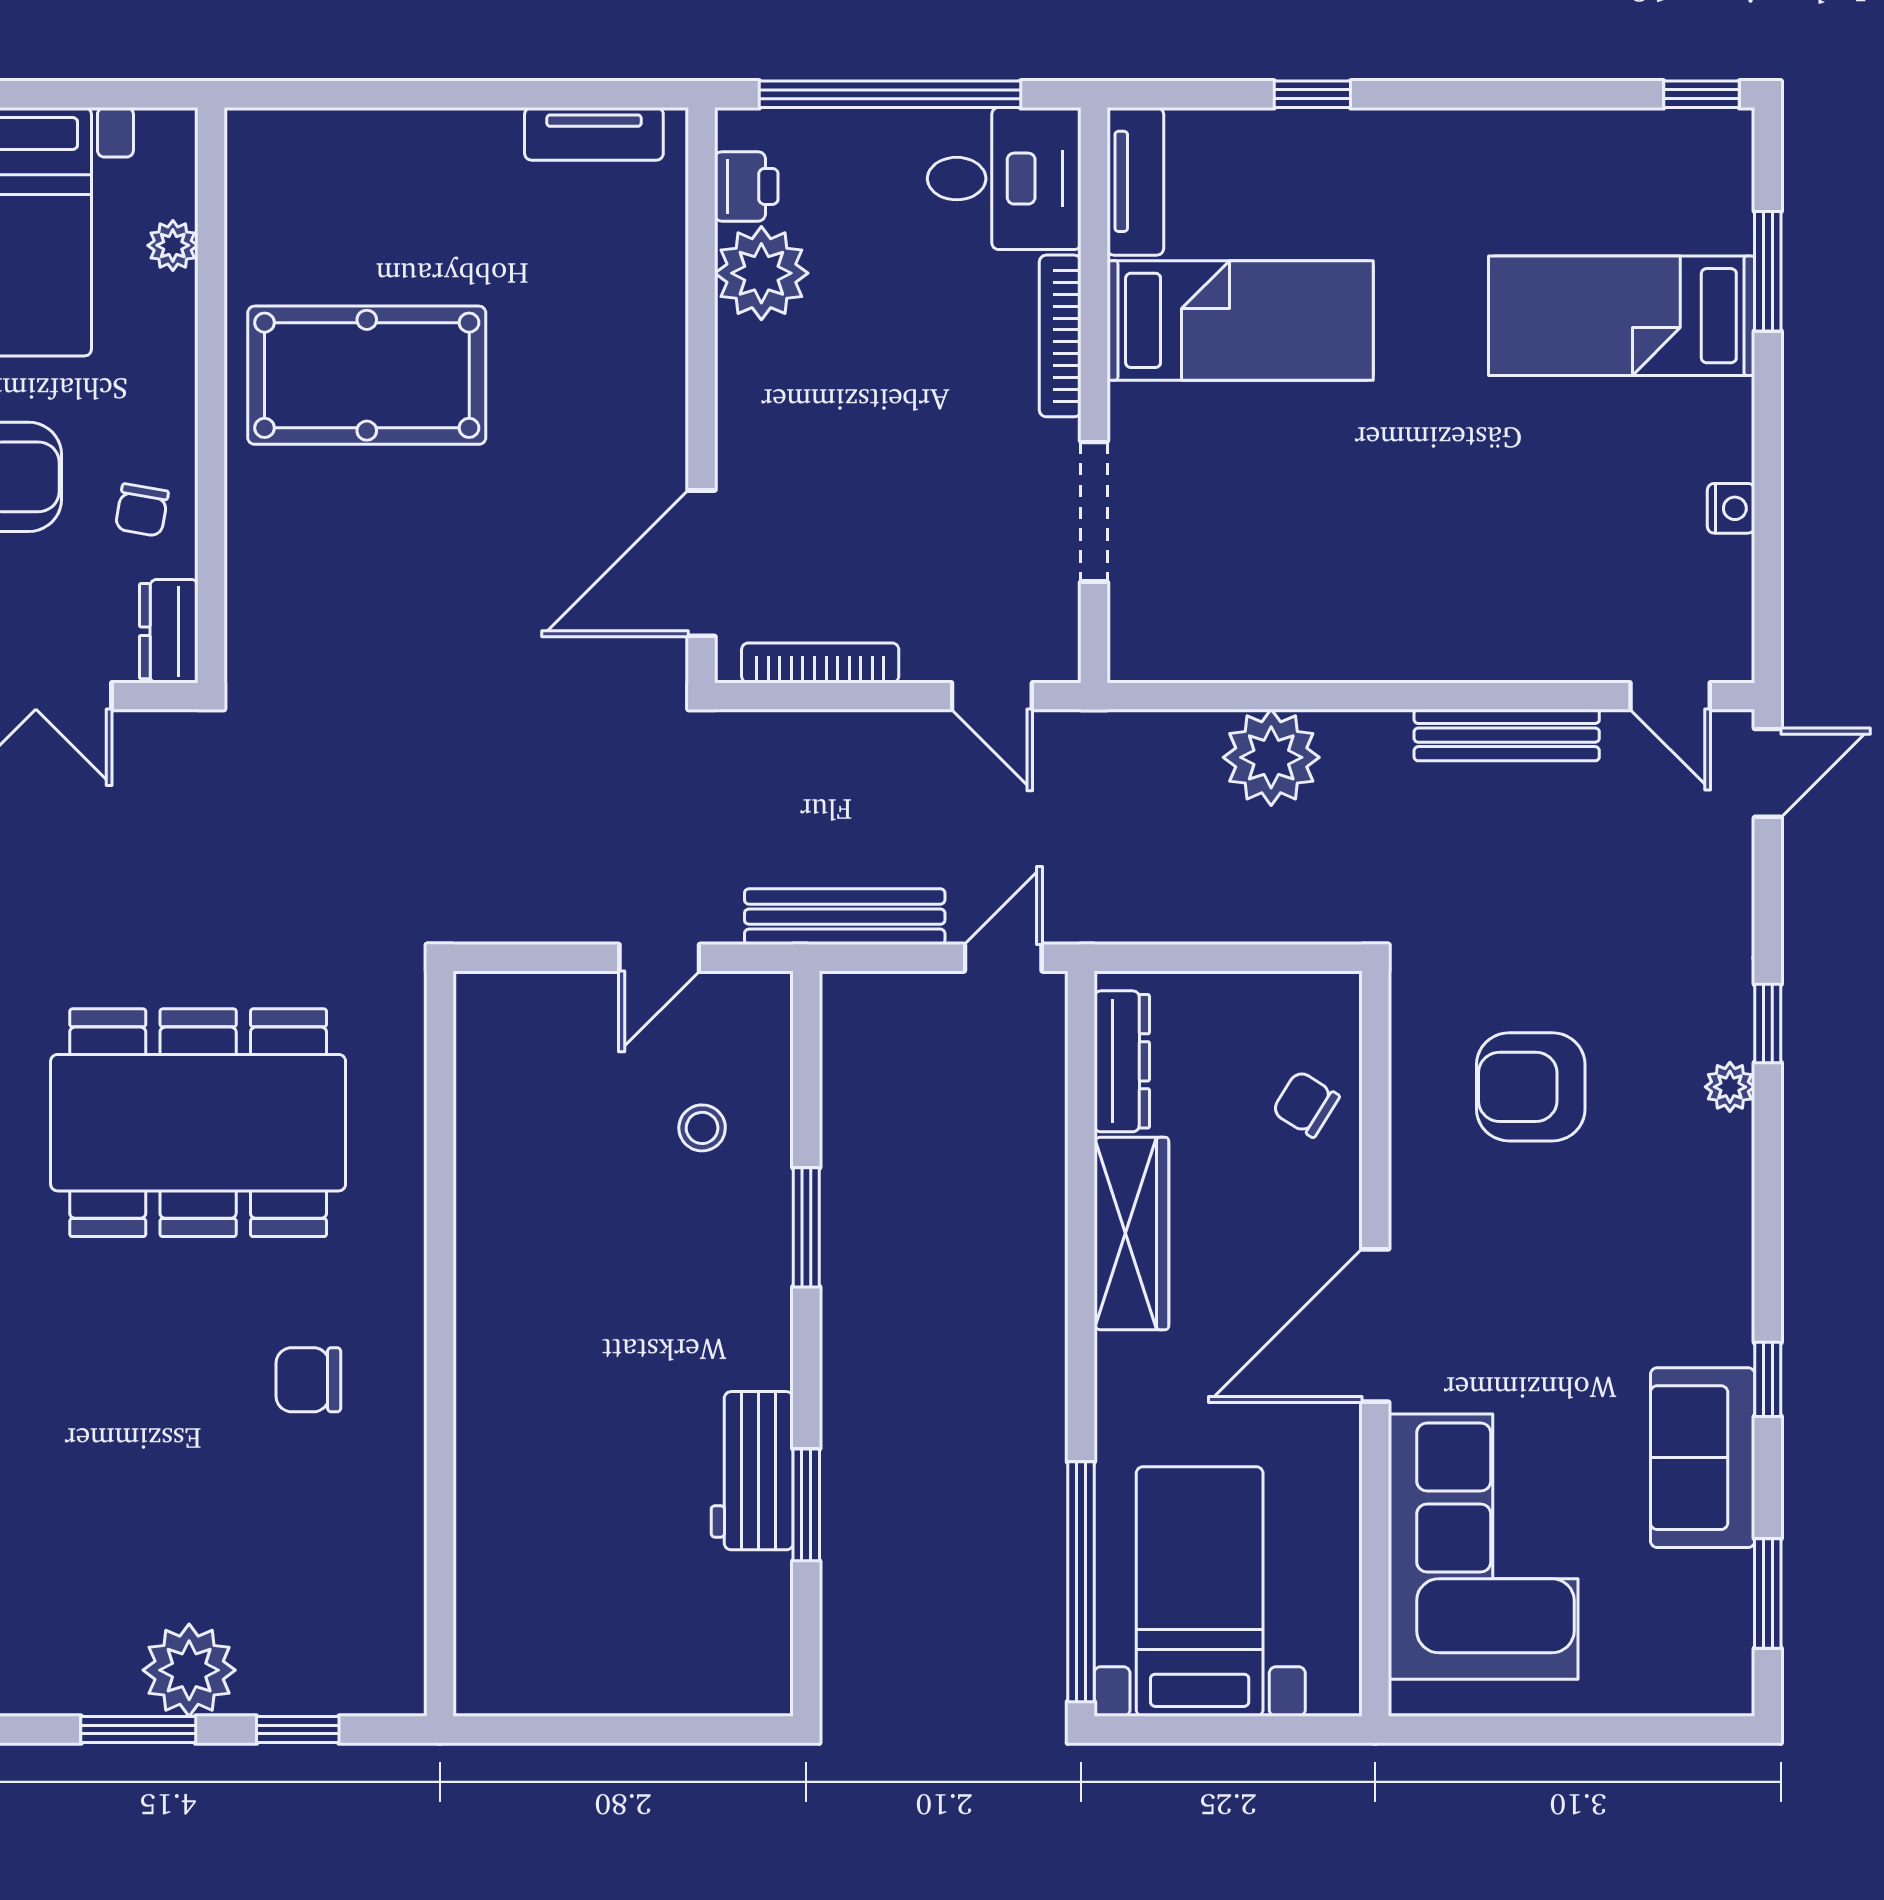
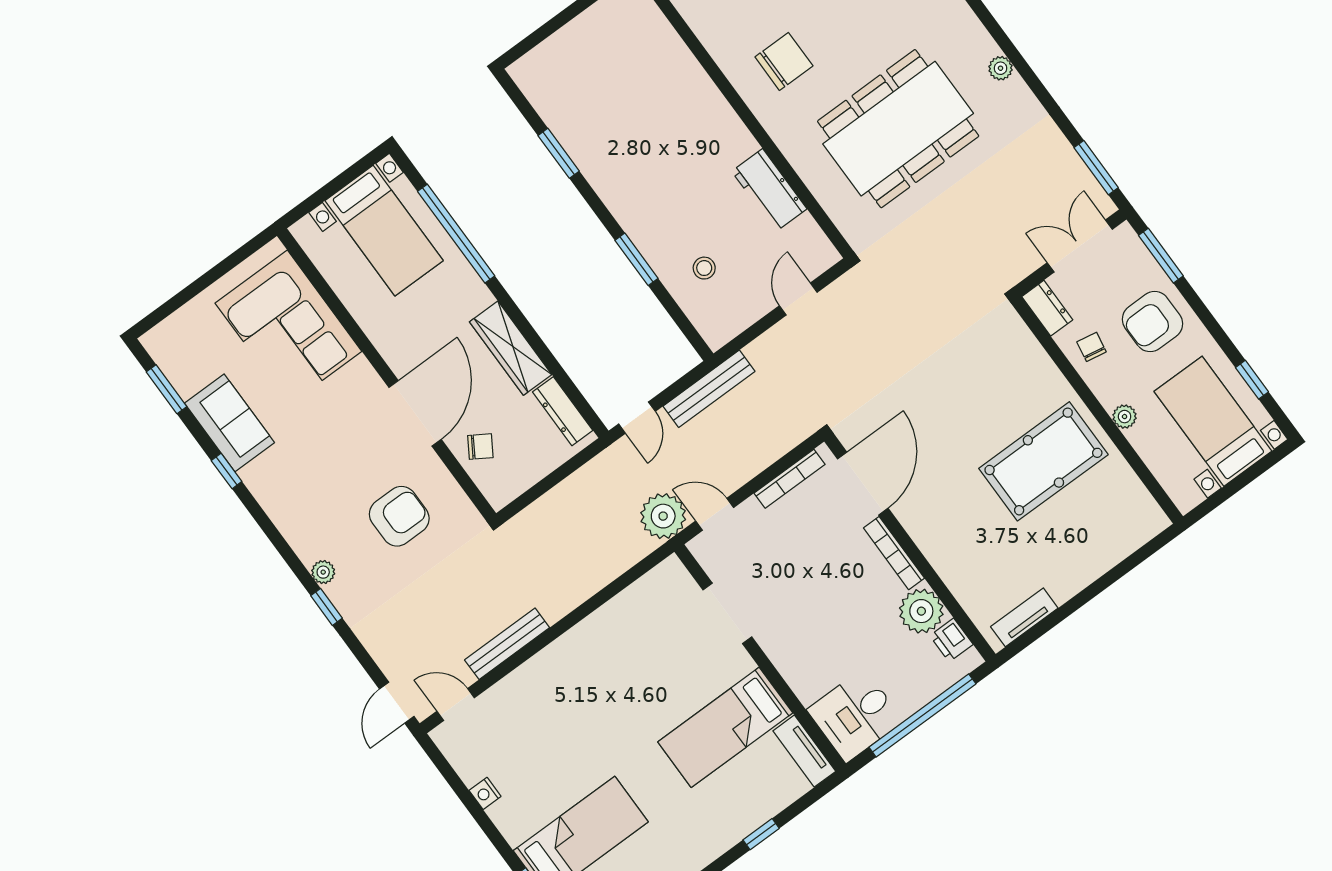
plant: (173, 245) -> (1125, 417), moved
bookcase: (1060, 336) -> (894, 553), moved, turned 180
plant: (1271, 757) -> (663, 516), moved
door: (659, 958) -> (798, 299), moved
door: (1375, 1325) -> (415, 413), moved
chair: (308, 1380) -> (784, 61), width x1.37, depth x1.37
workbench: (752, 1471) -> (769, 190), moved, turned 180
window: (1081, 1582) -> (456, 234), moved

